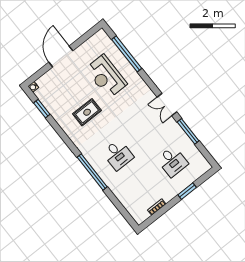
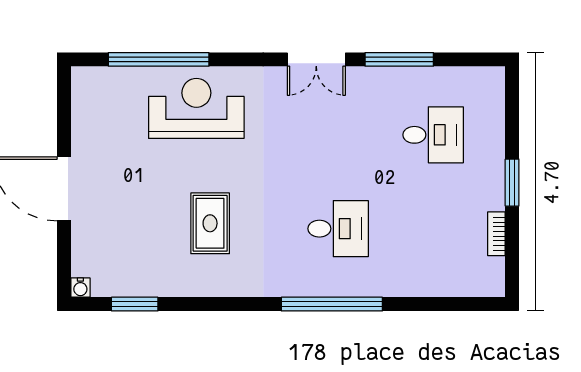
reception desk: (106, 76) -> (196, 108), moved, turned 180
window: (187, 191) -> (512, 183), moved

